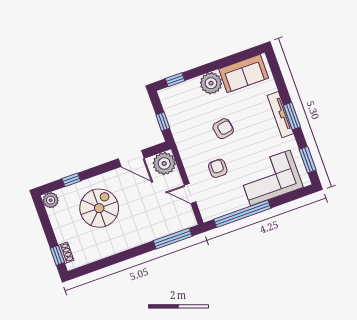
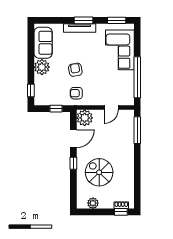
armchair: (218, 168) -> (76, 93), moved
window: (71, 180) -> (73, 163), moved
plant: (51, 200) -> (93, 203), moved

